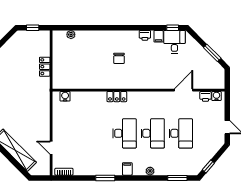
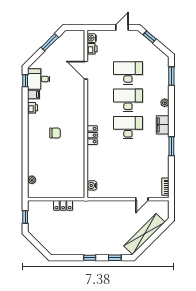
window: (208, 166) -> (150, 37), moved
filing cabinet: (127, 169) -> (163, 125), width x2.00

